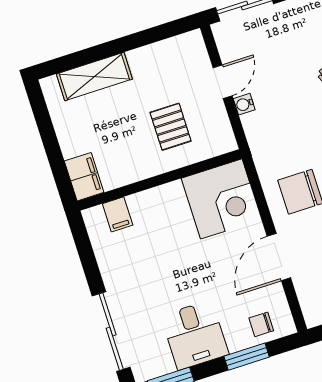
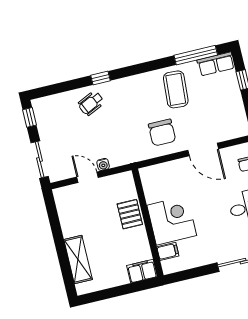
pallet: (171, 127) -> (130, 214), moved, turned 90
corner desk: (221, 199) -> (172, 220), moved

